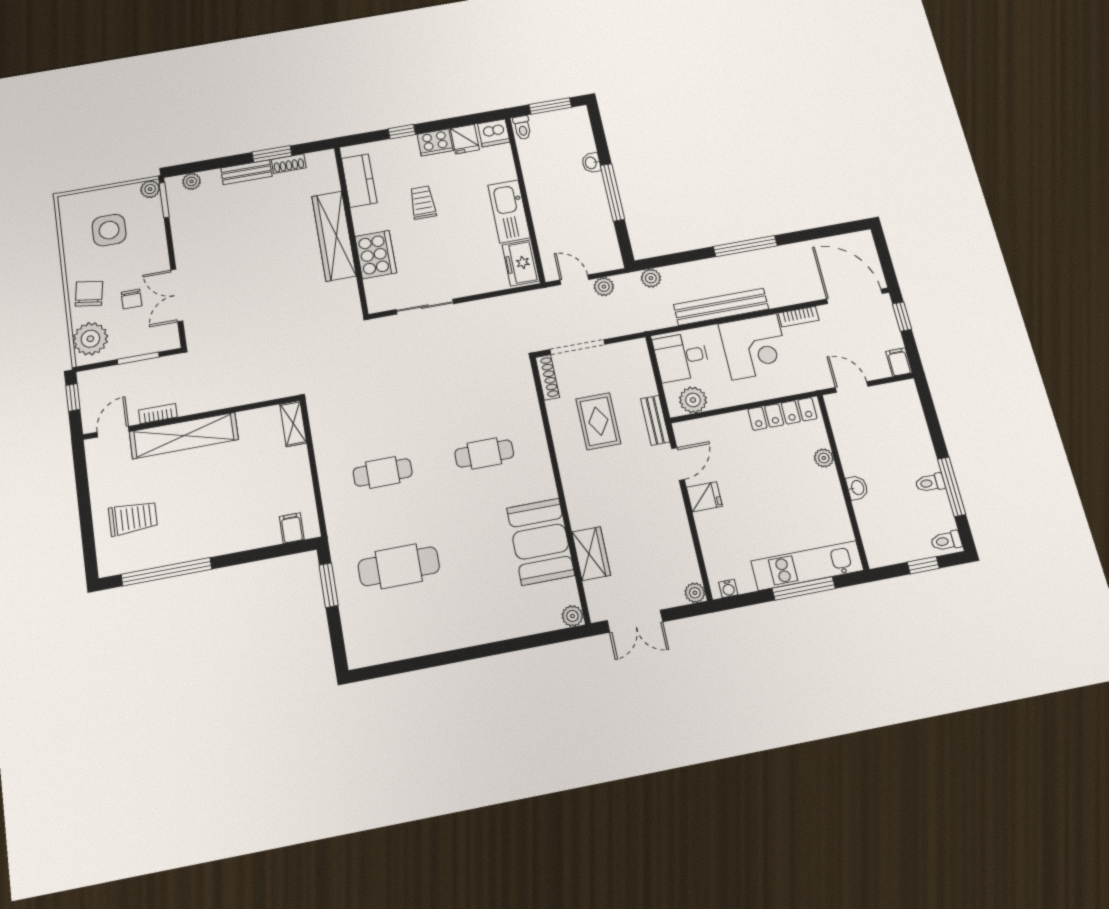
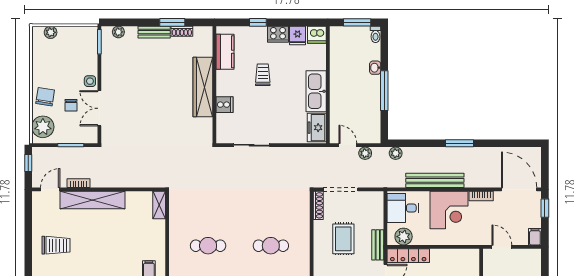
toilet: (522, 128) -> (375, 34), moved
plant: (150, 189) -> (51, 32), moved
side table: (109, 230) -> (90, 81), moved, width x0.54, depth x0.54
window: (745, 246) -> (460, 143), width x0.69
cooker: (376, 255) -> (225, 105), width x0.53, depth x0.76
locker: (782, 414) -> (408, 256), moved

